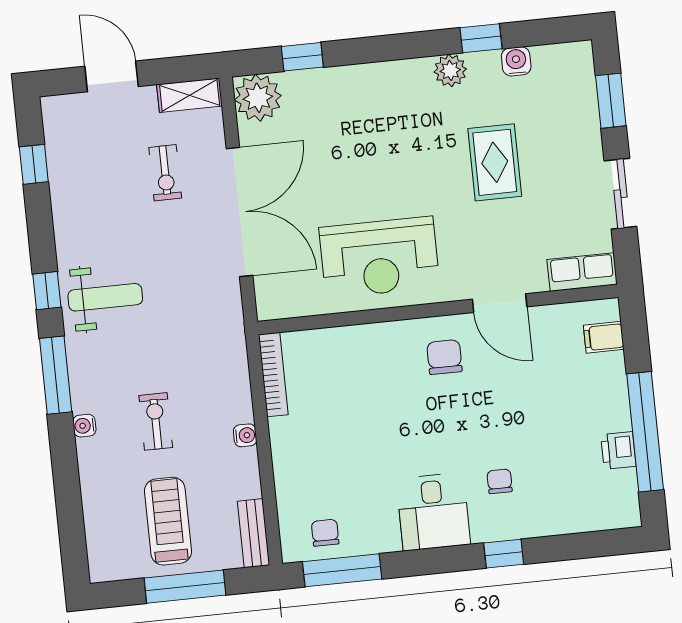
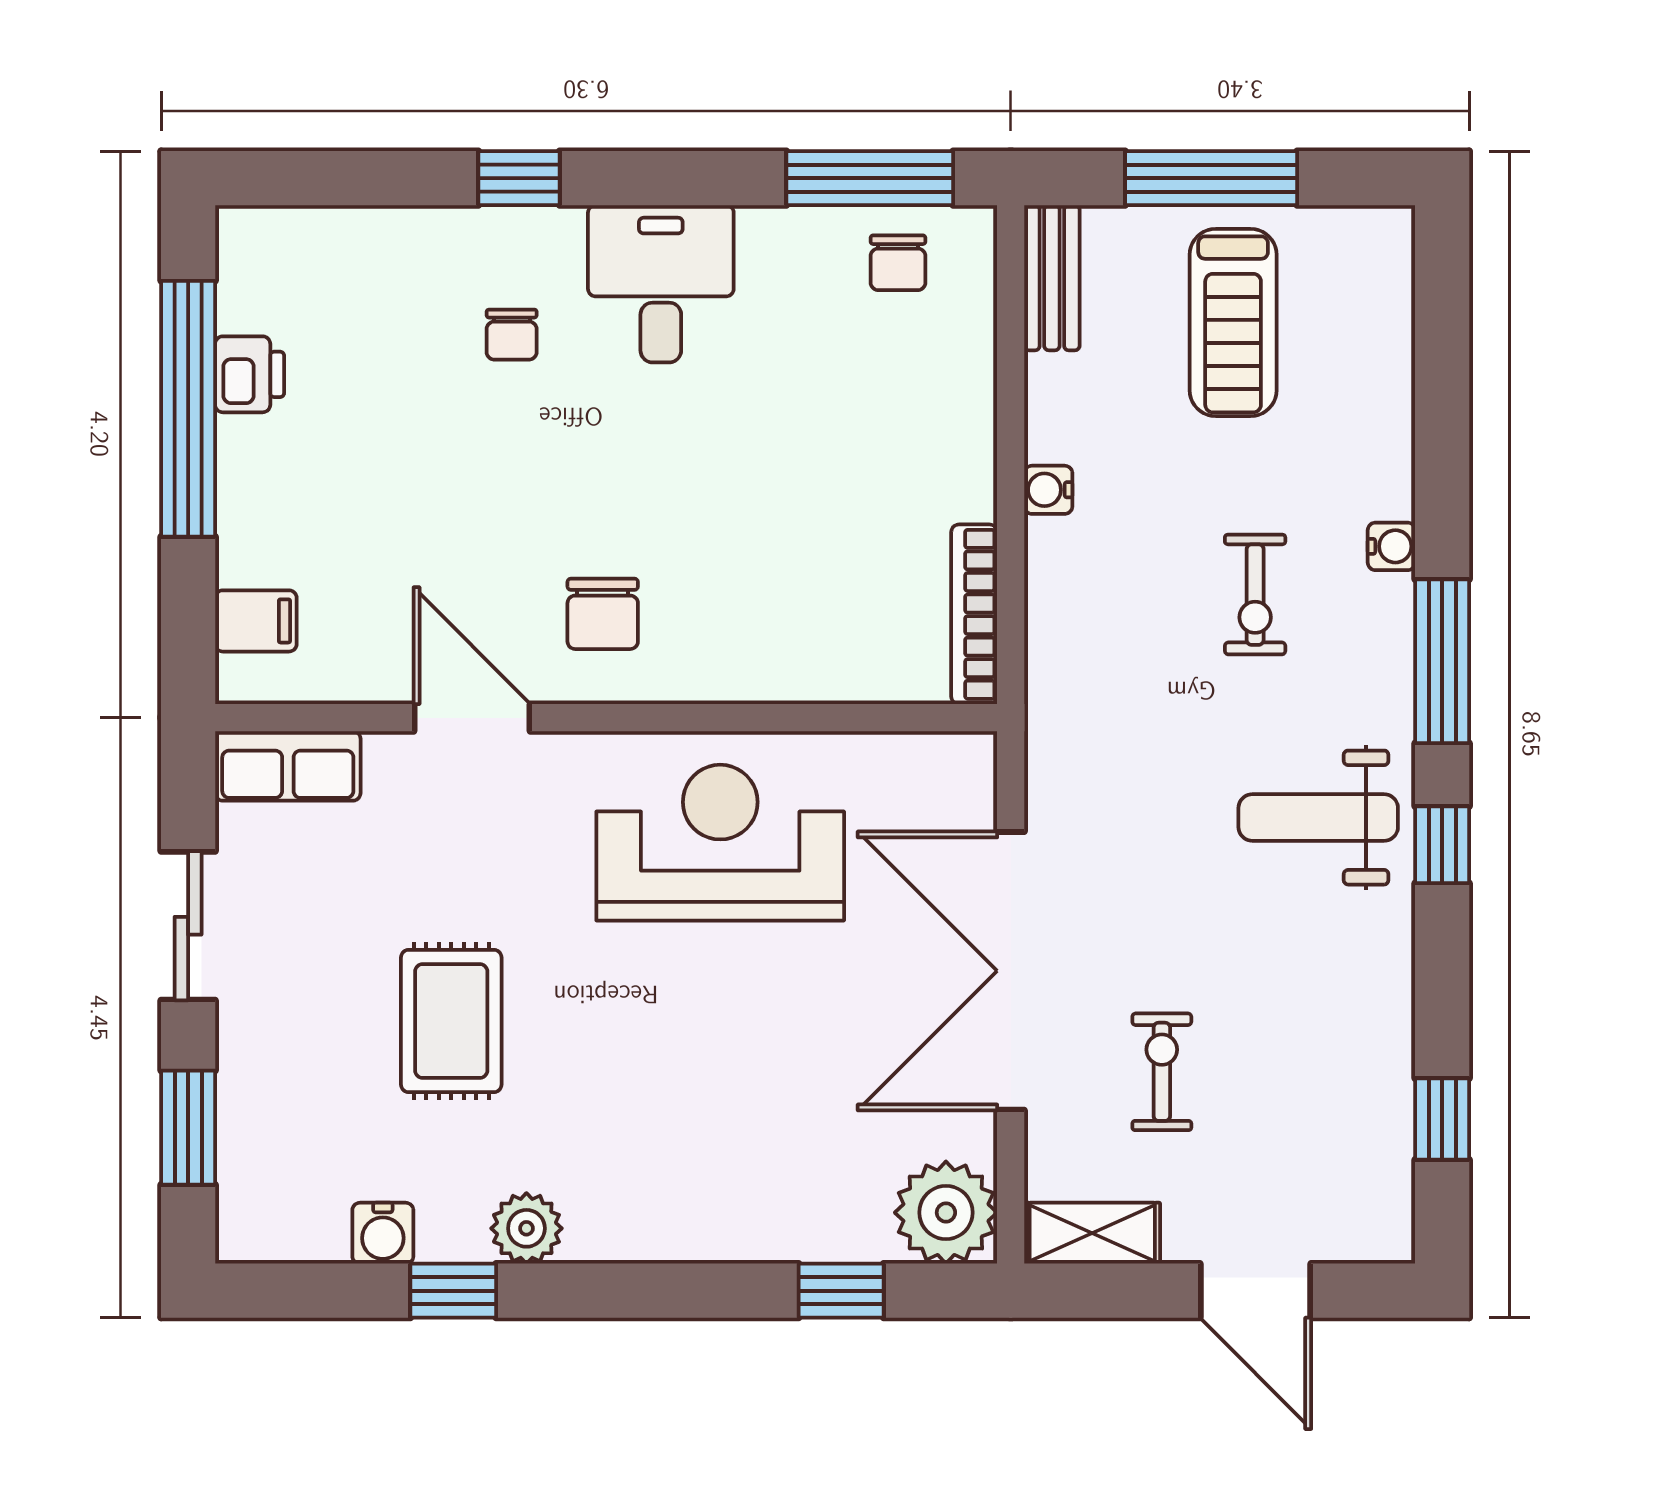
exercise bike: (156, 421) -> (1255, 595), moved

